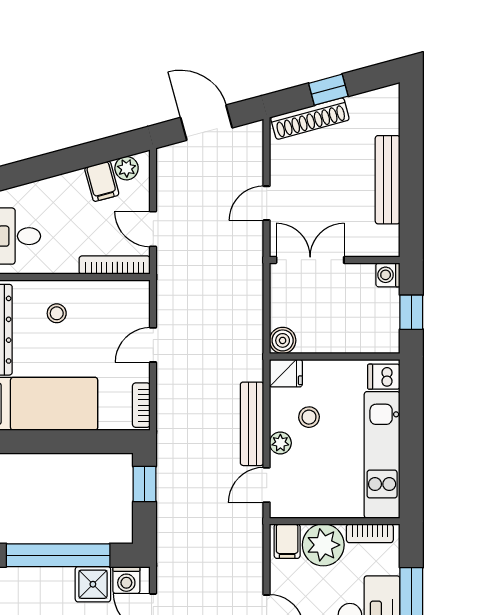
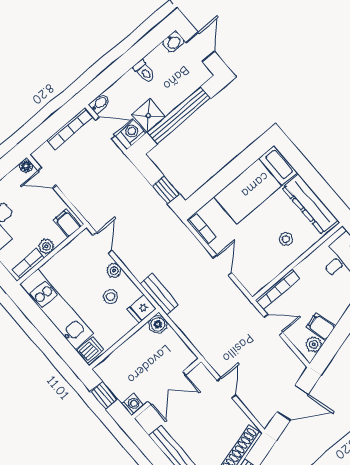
double door: (310, 260) -> (167, 388), moved
bench: (252, 424) -> (159, 294), moved, width x0.73
plant: (323, 545) -> (46, 246), width x0.53, depth x0.53

